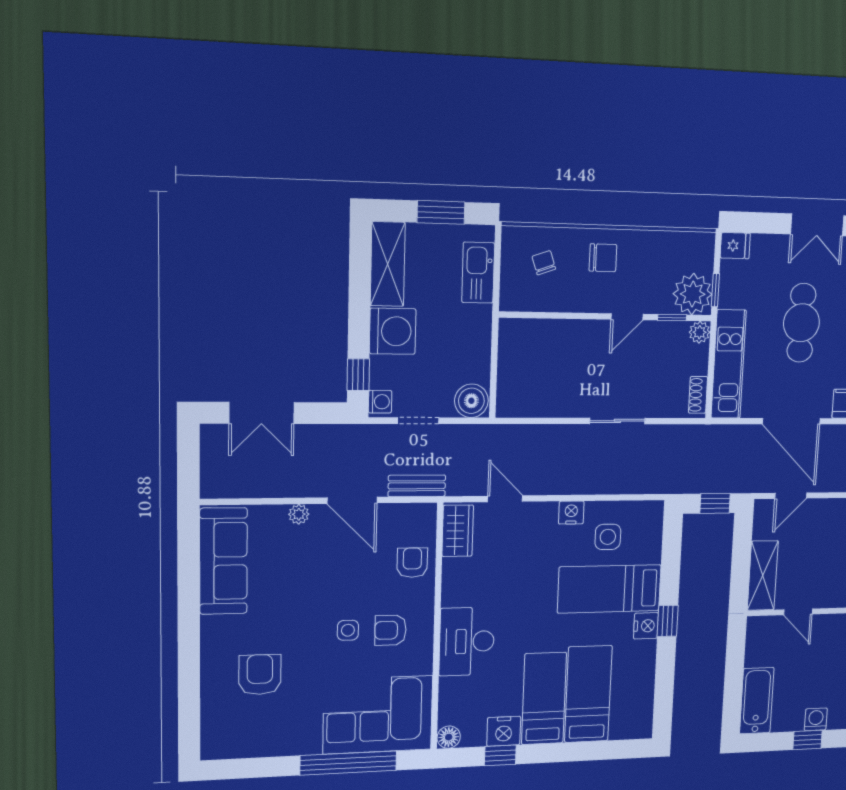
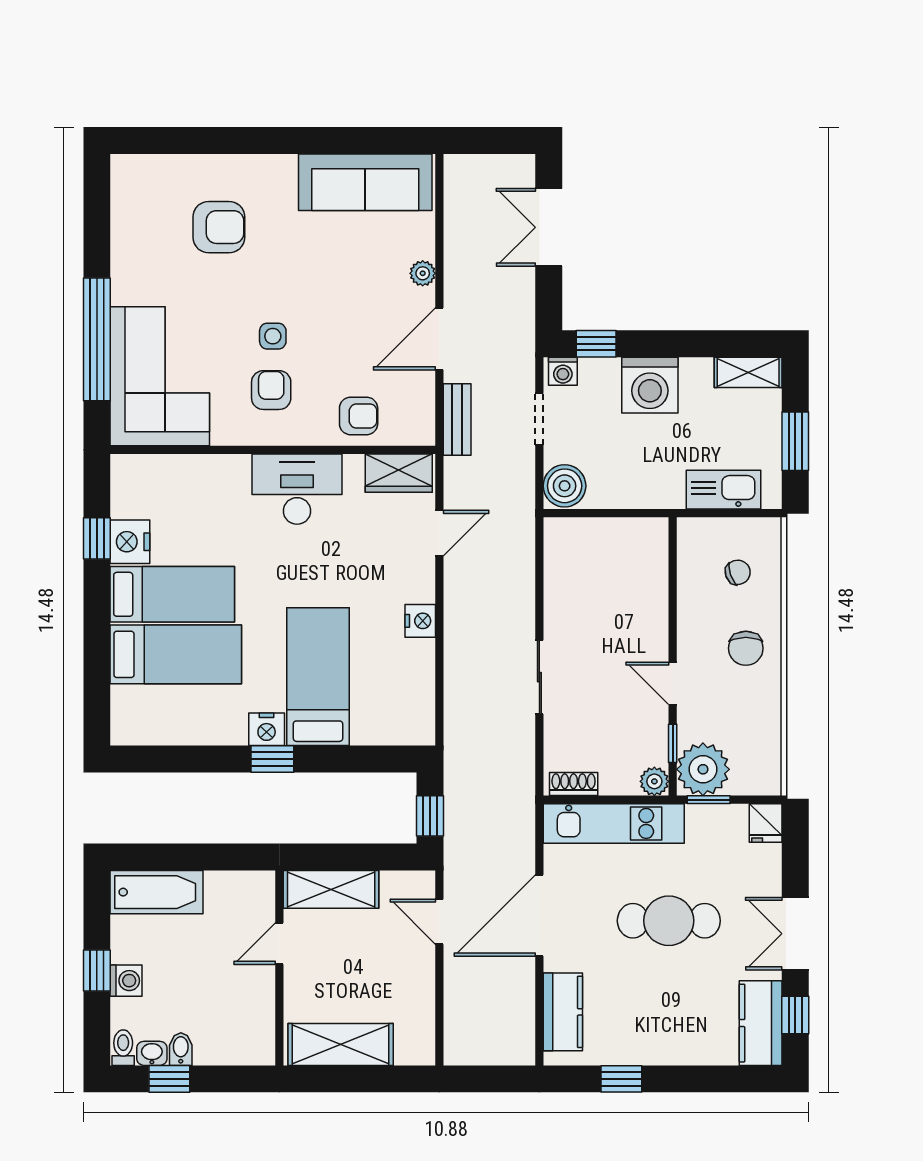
shelving: (388, 264) -> (748, 372), width x0.67, depth x0.75
side table: (608, 537) -> (388, 671), removed
desk: (467, 641) -> (297, 489), moved
floor lamp: (449, 737) -> (125, 469), removed

